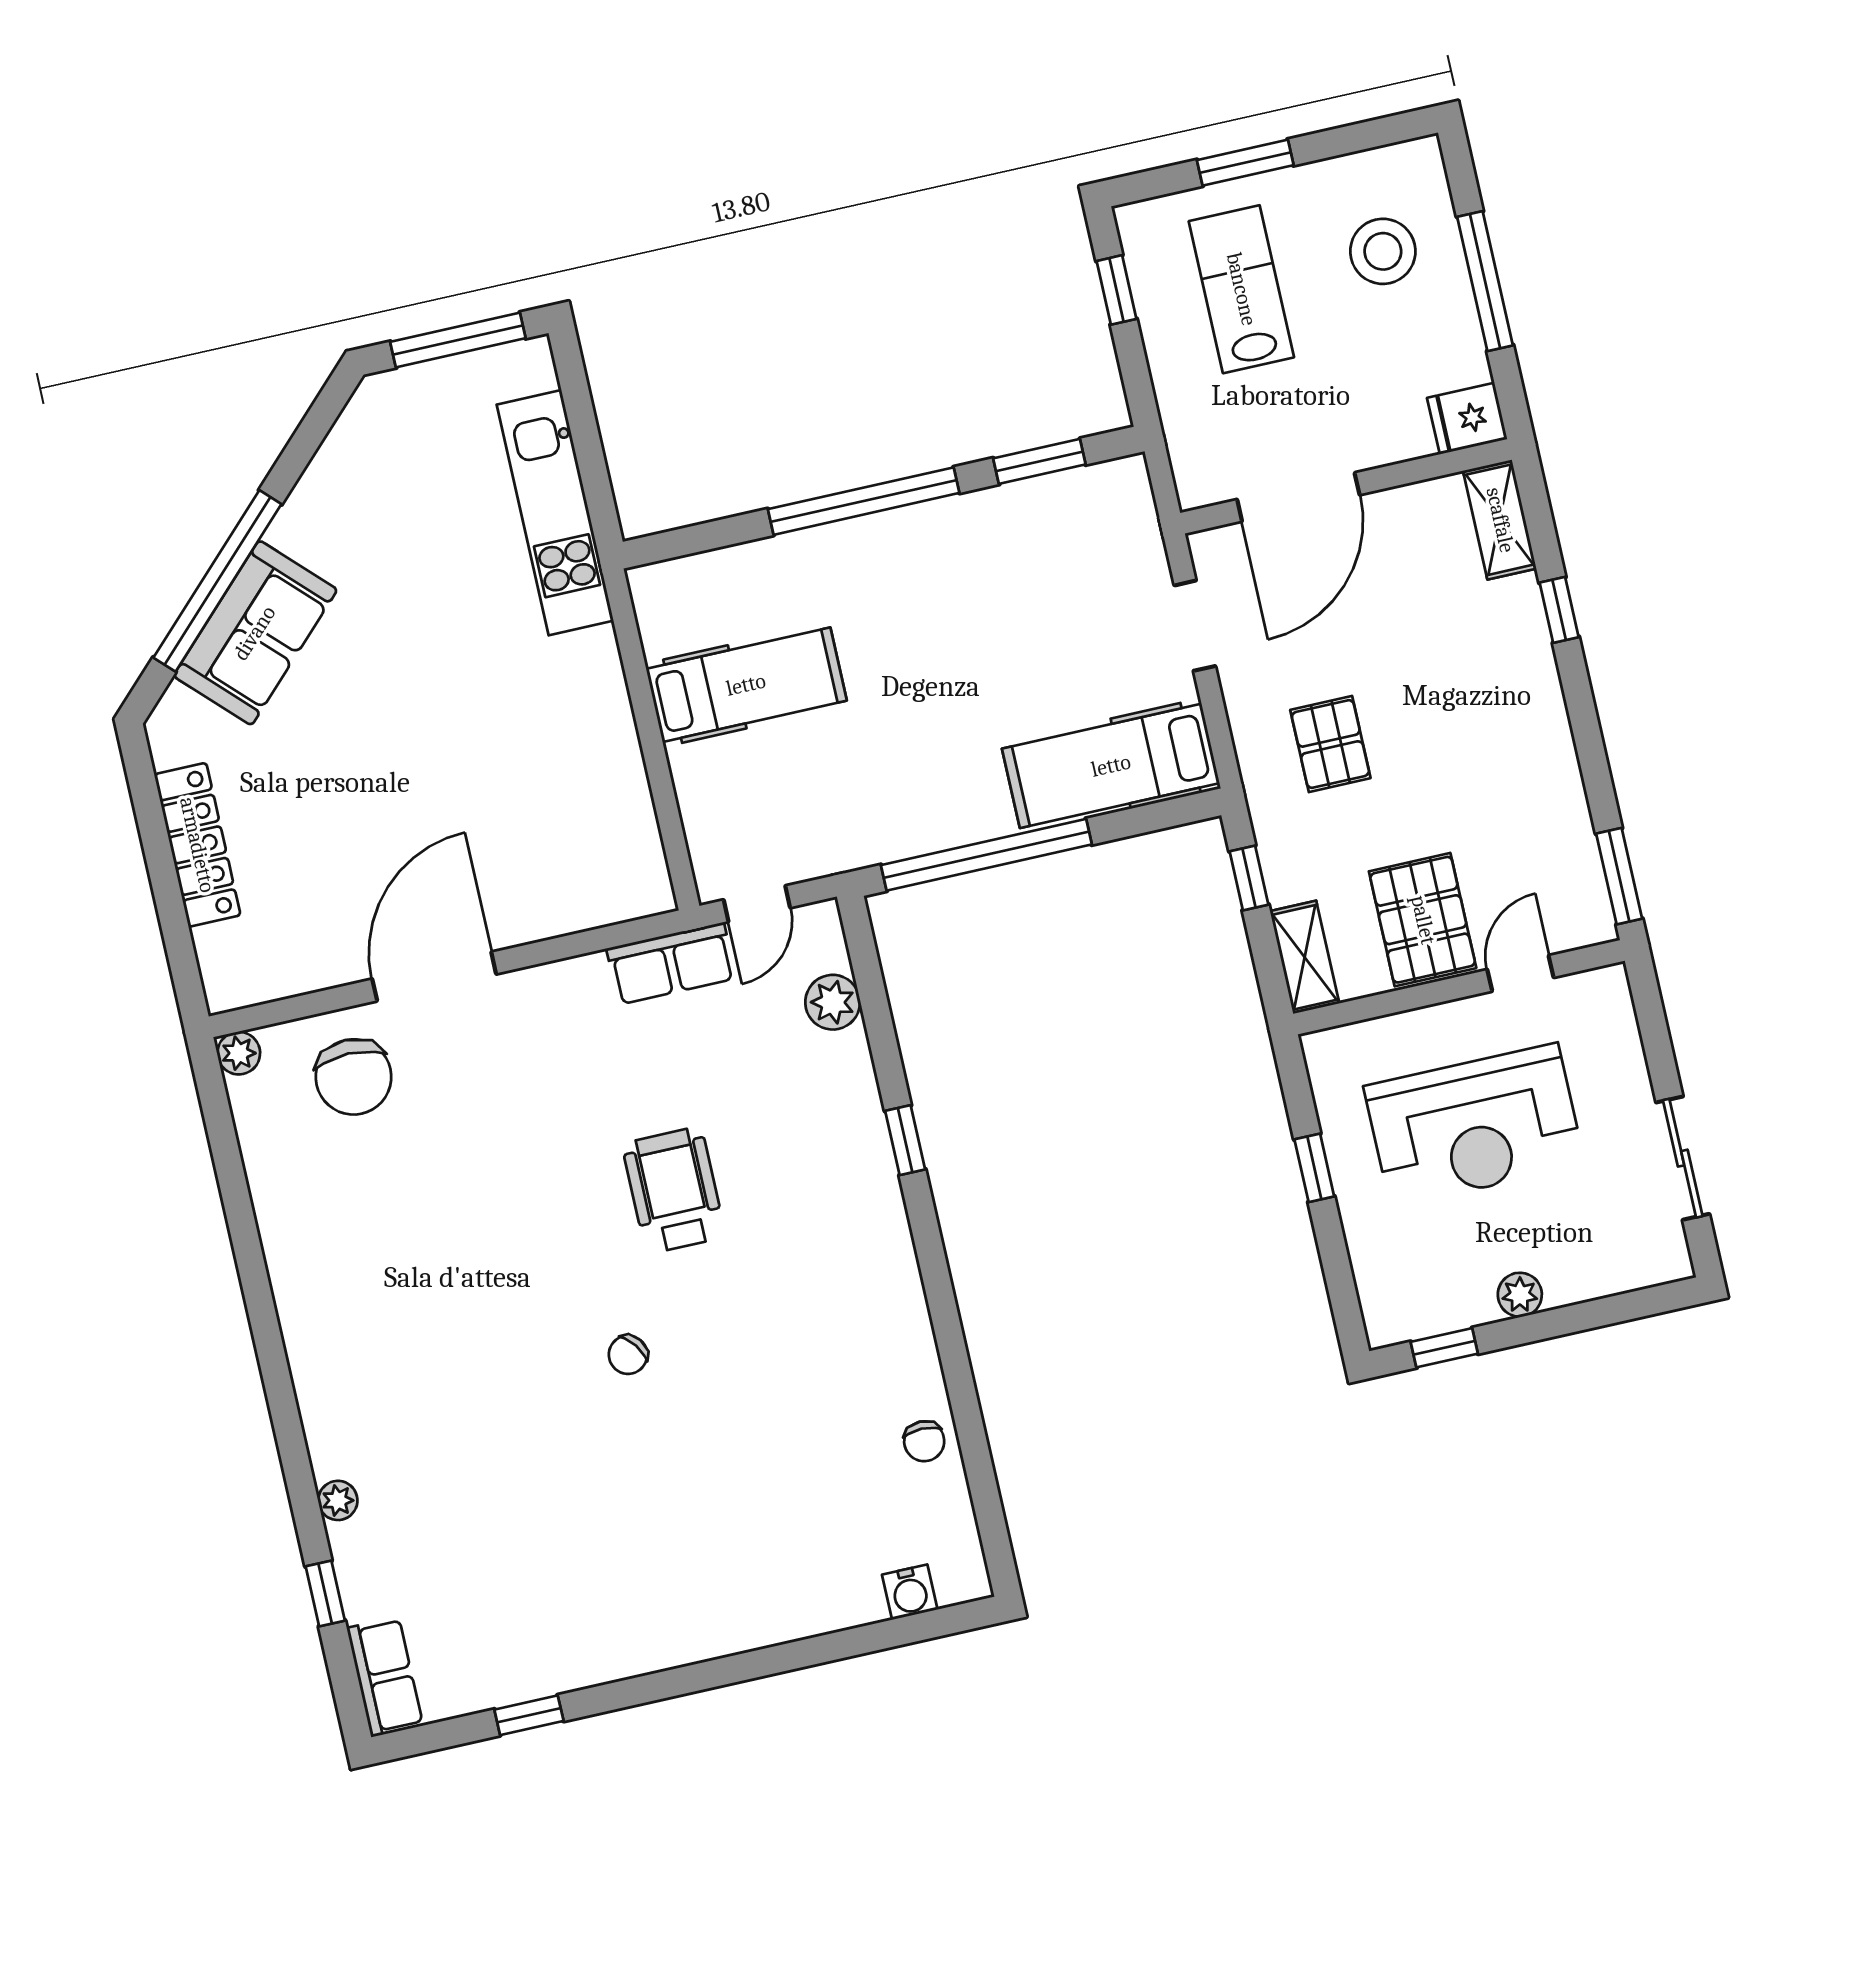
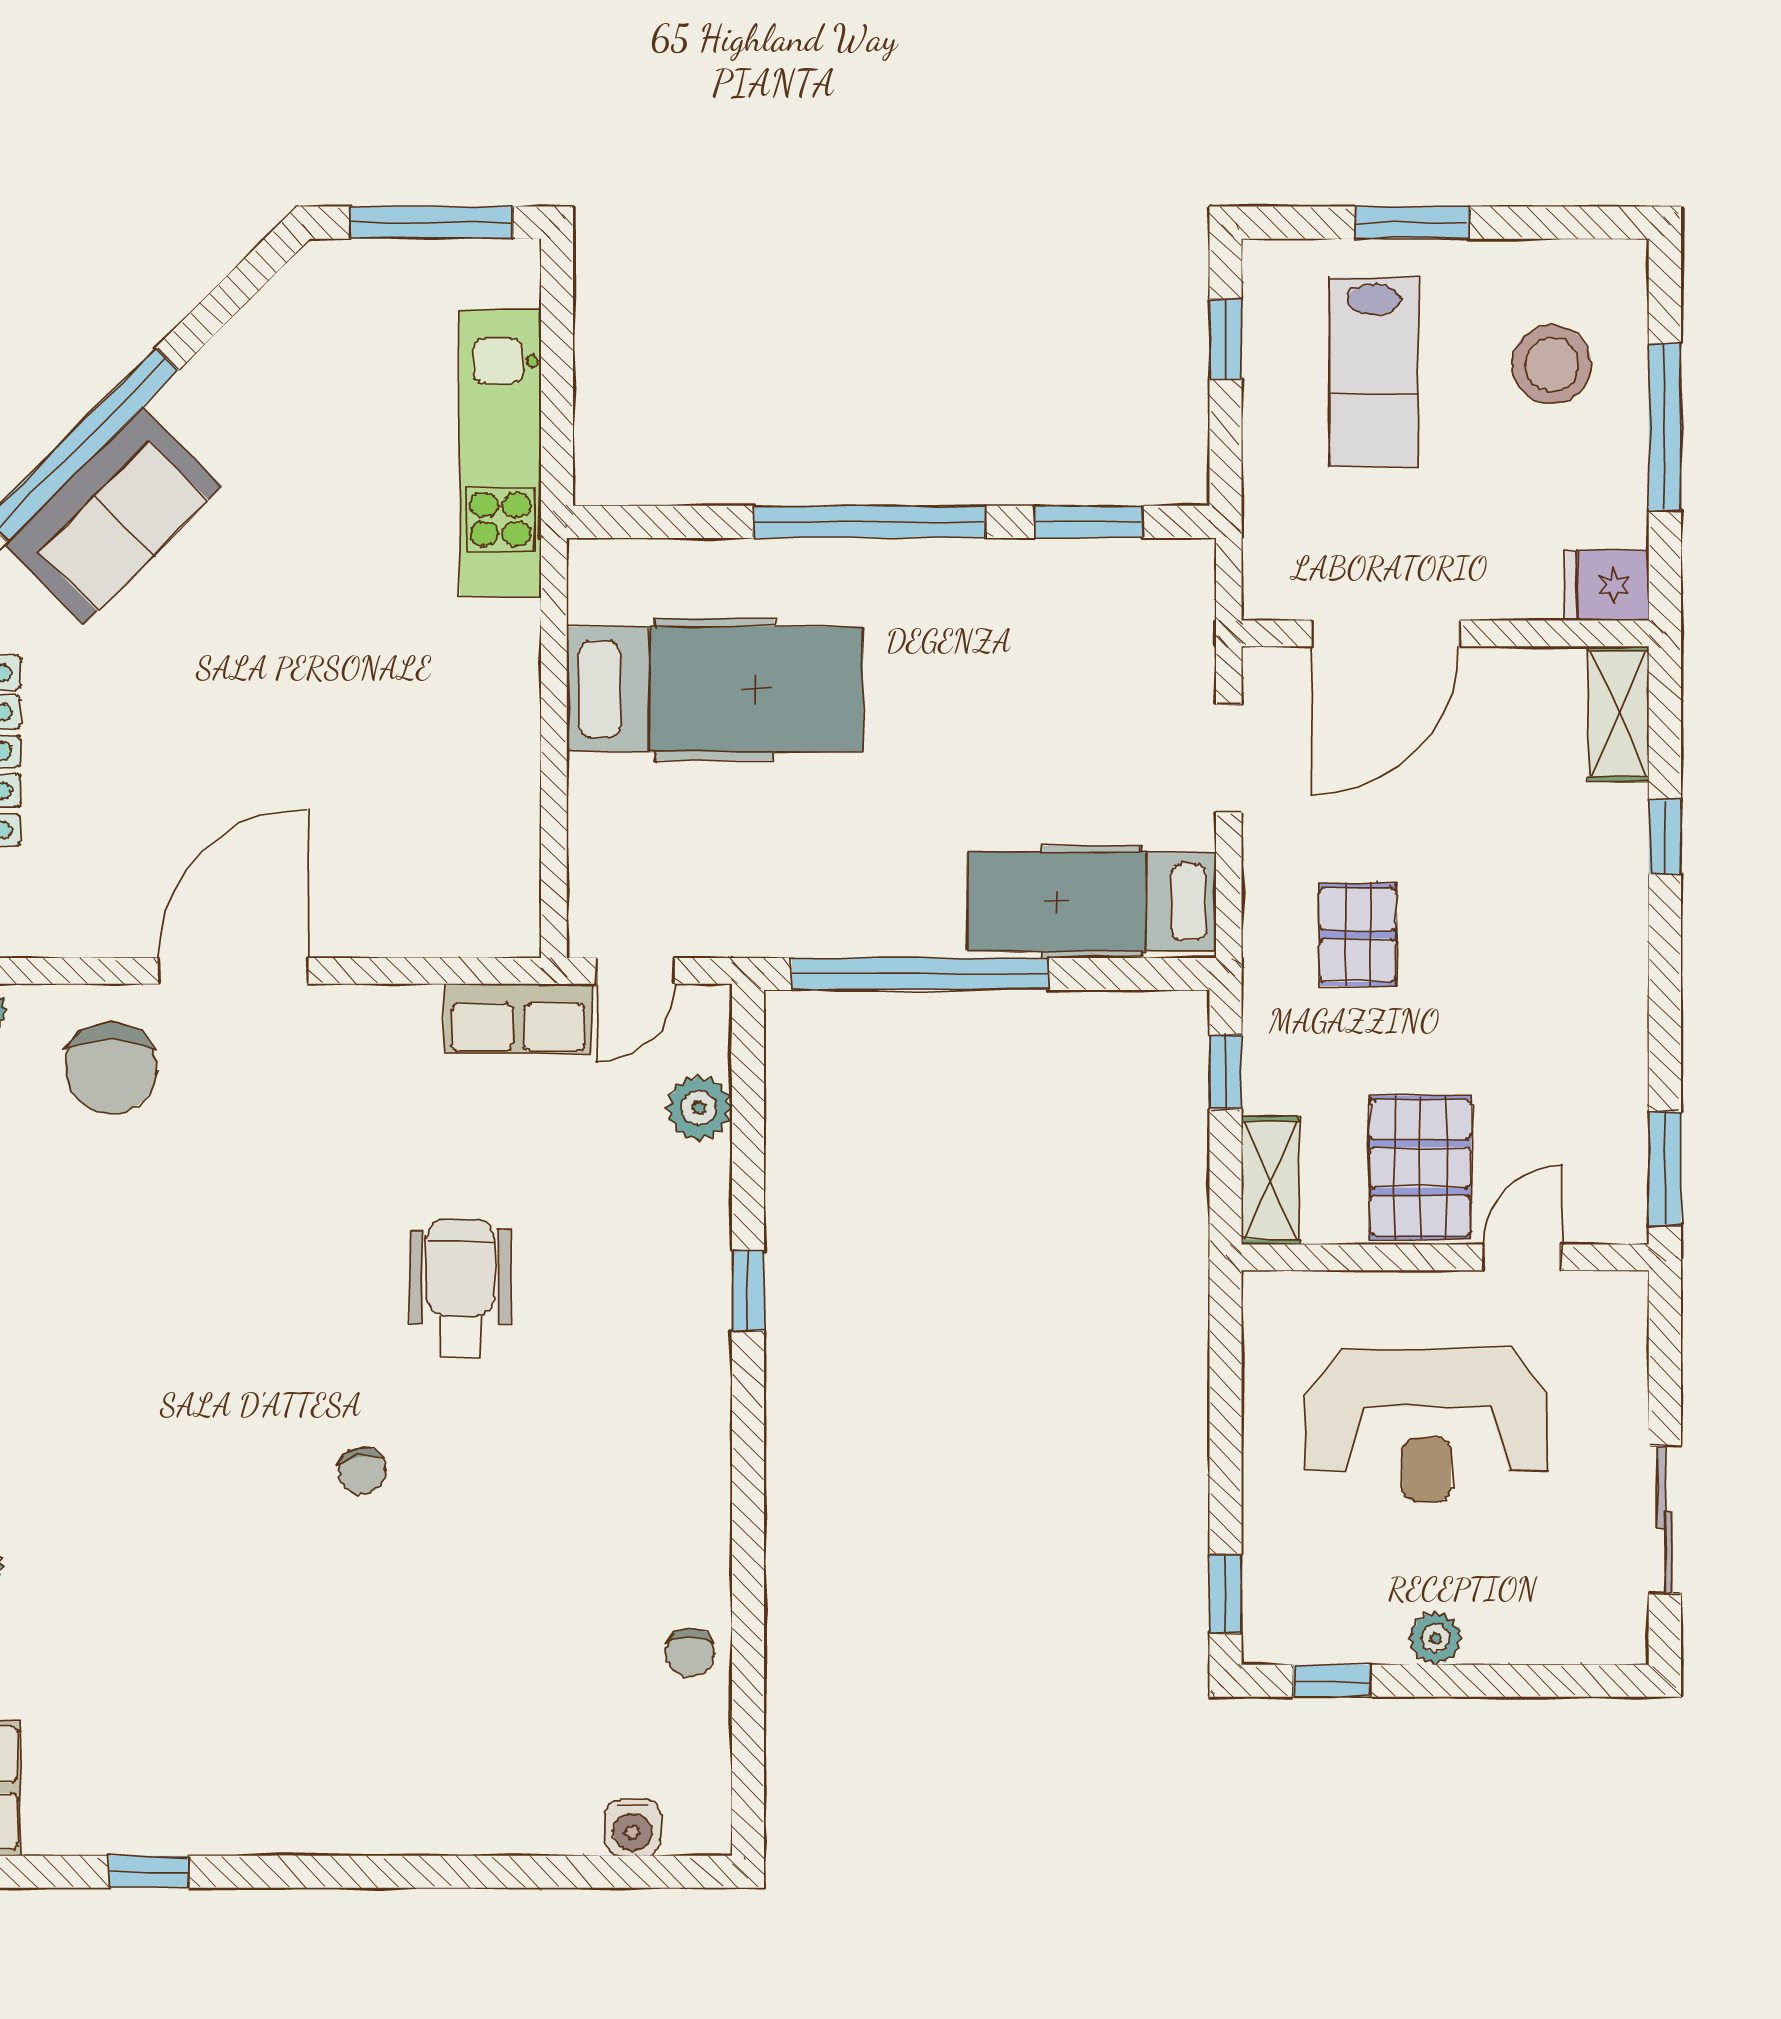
lab bench: (1241, 289) -> (1374, 372), turned 180
hospital bed: (746, 685) -> (715, 689), width x1.37, depth x1.29
window: (1314, 1168) -> (1226, 1594), moved
chair: (628, 1355) -> (362, 1471), turned -63

